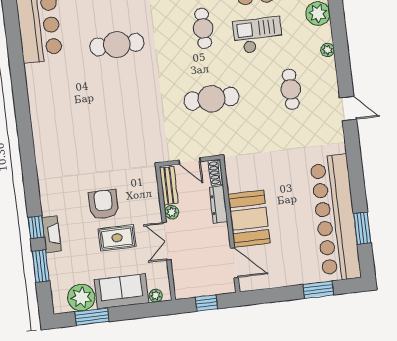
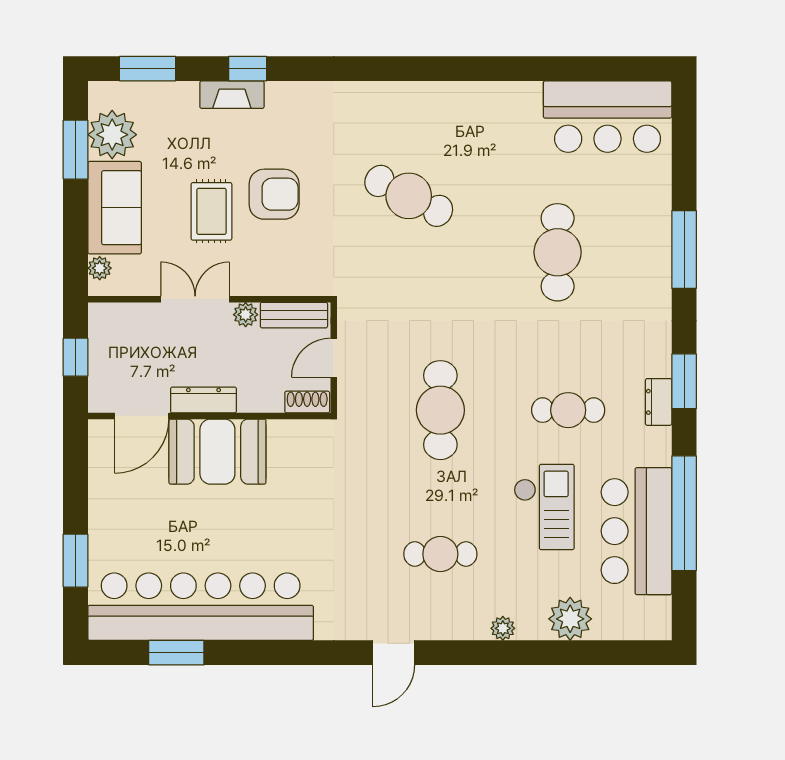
cafe table: (96, 130) -> (409, 196), added
dresser: (218, 205) -> (203, 400), moved
window: (41, 266) -> (147, 69), moved

